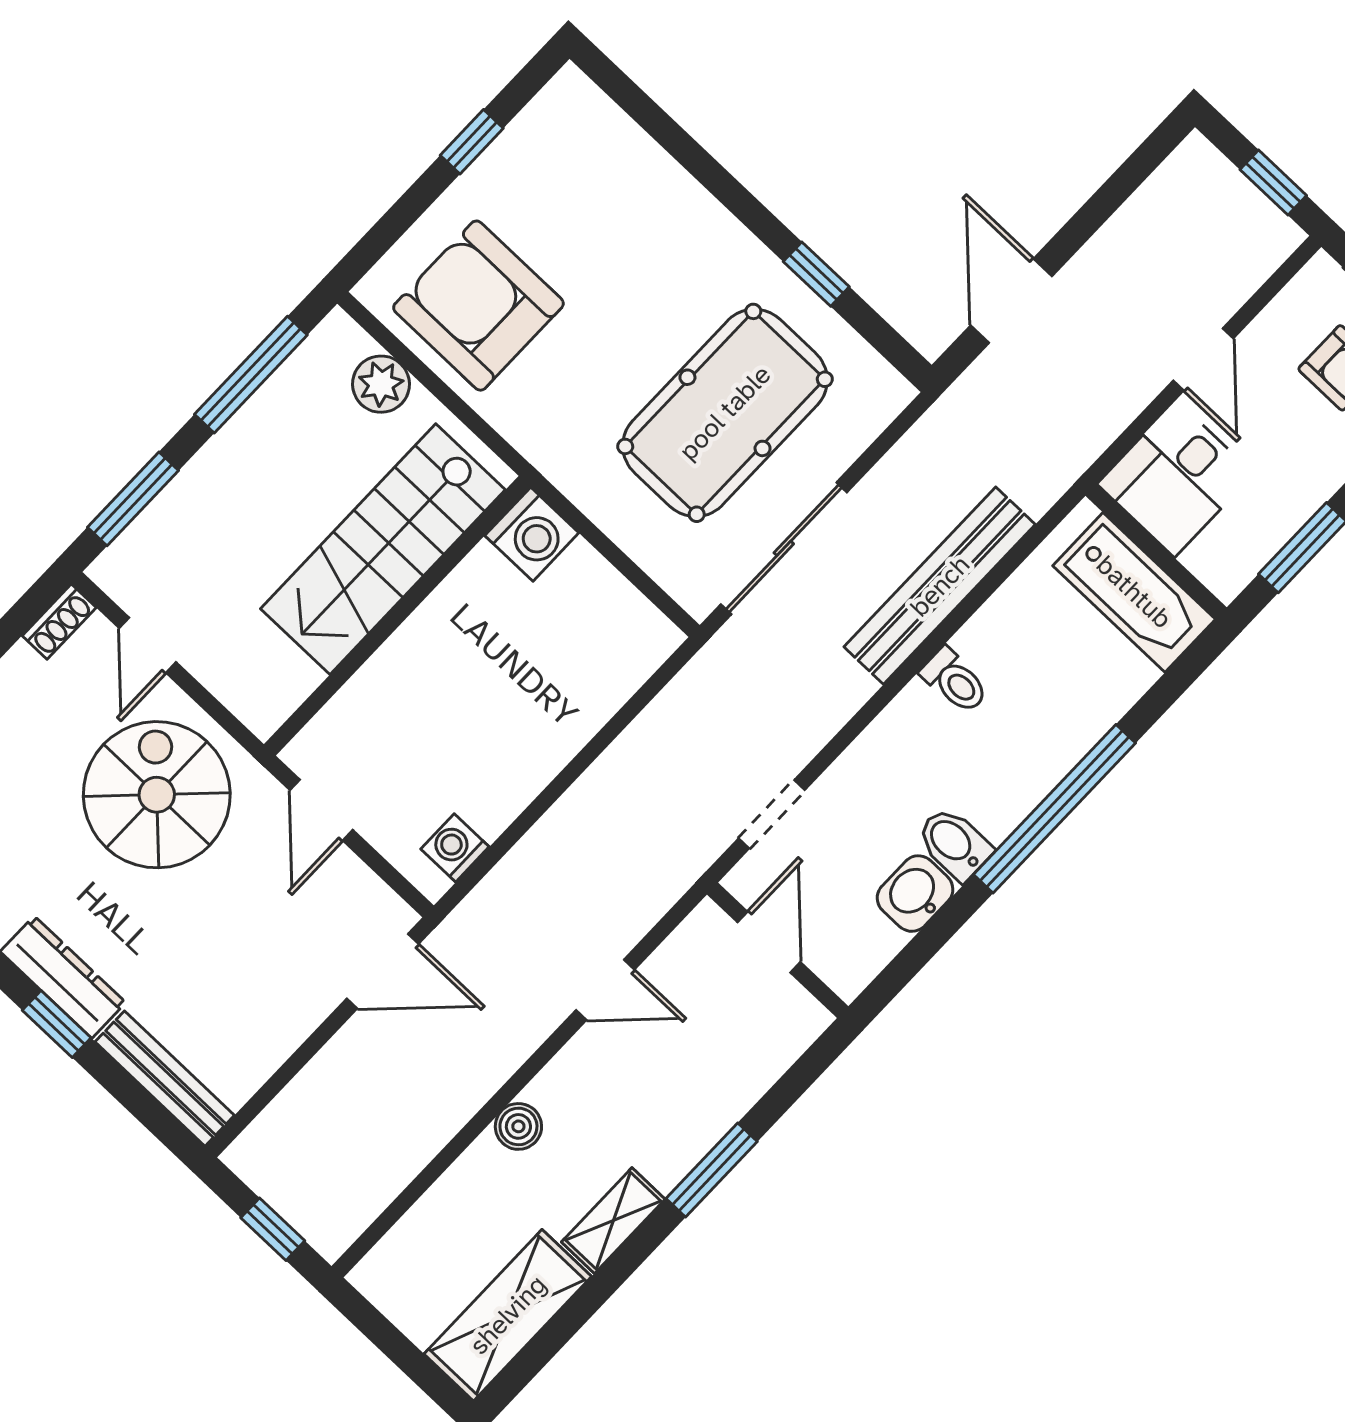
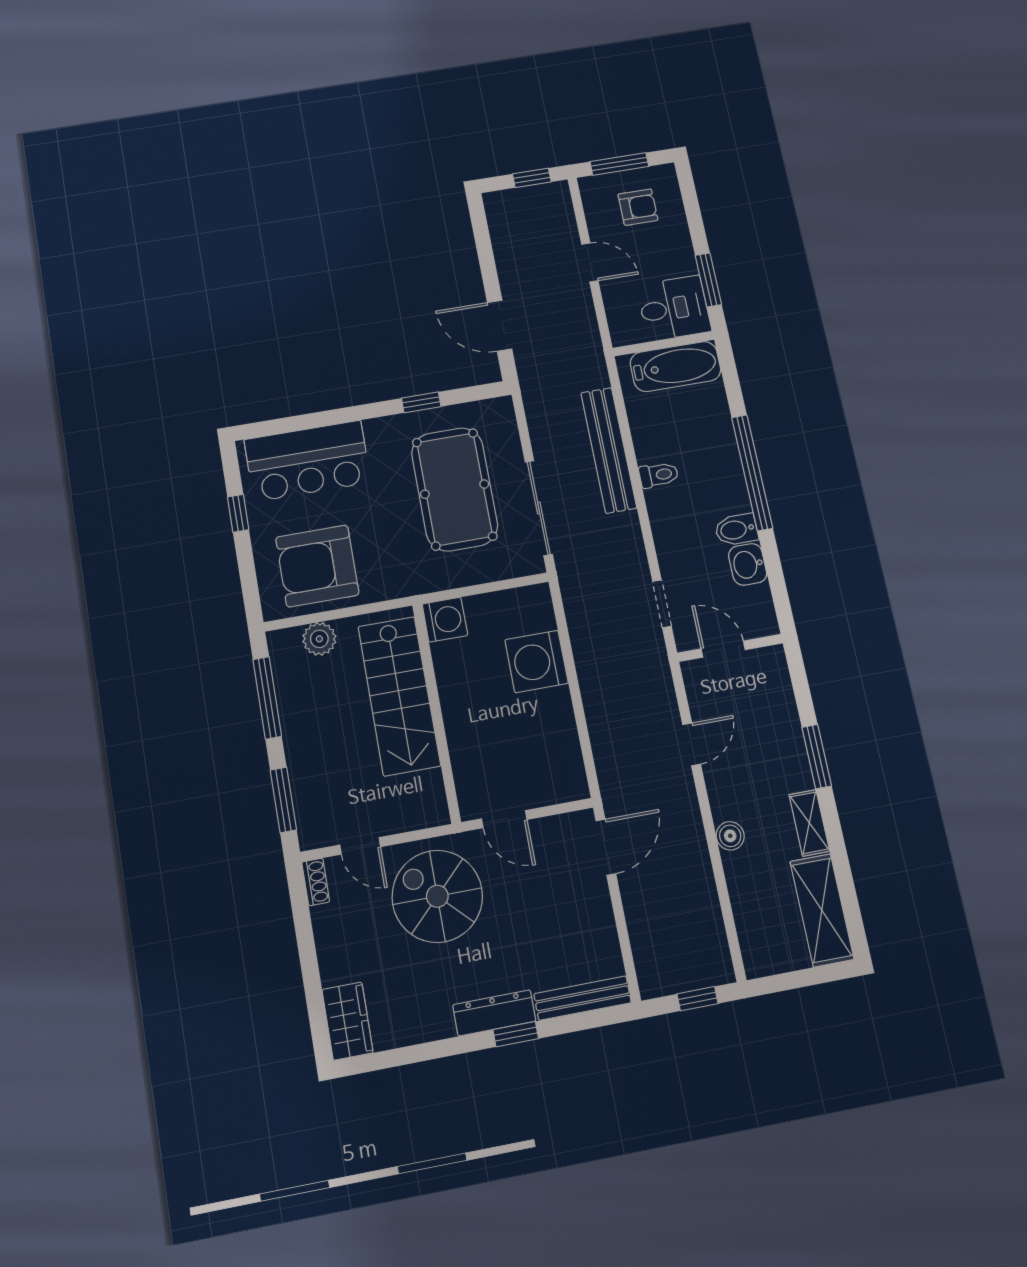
bar counter: (615, 180) -> (308, 461), added
desk: (1175, 479) -> (674, 308), moved, turned -90
washing machine: (455, 848) -> (536, 661), moved, width x1.89, depth x1.89

